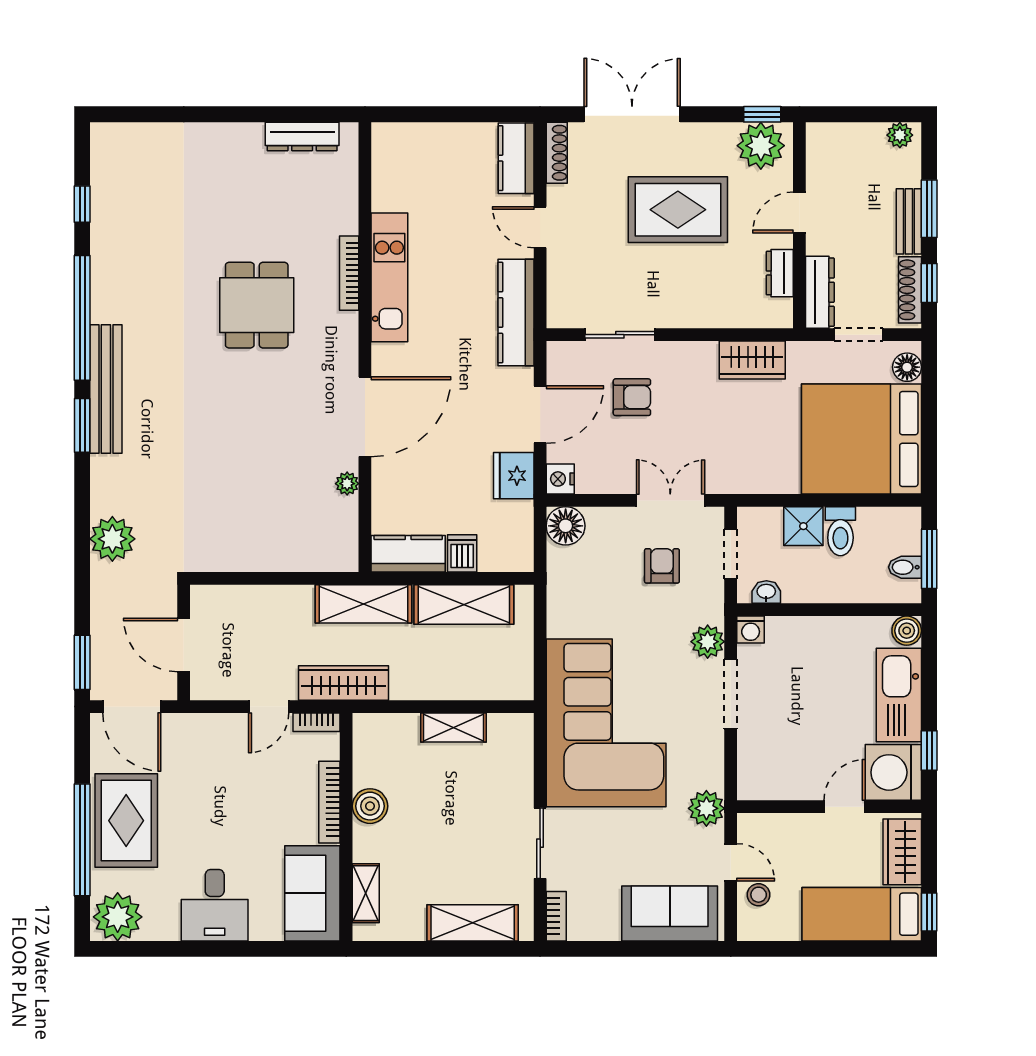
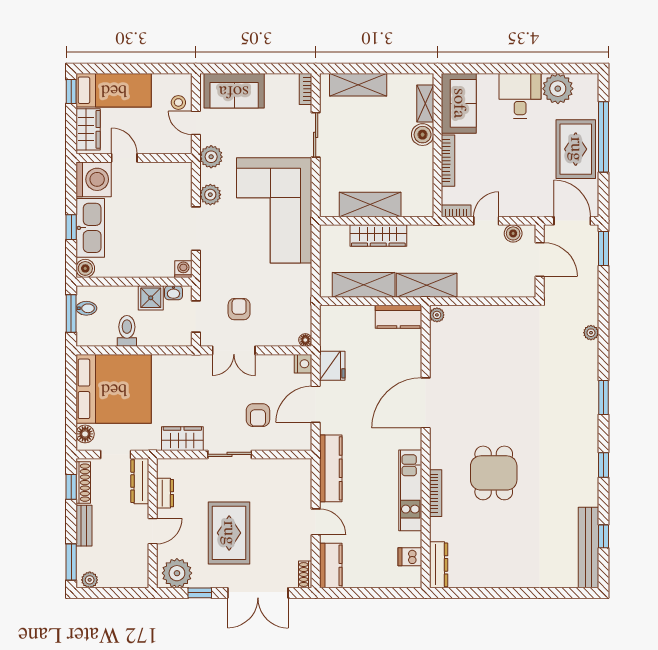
window: (762, 114) -> (200, 593), moved
dresser: (302, 136) -> (439, 565), moved, turned 90
shoe rack: (557, 153) -> (305, 574), width x0.70
window: (929, 209) -> (71, 562), moved
rug: (678, 210) -> (229, 533), turned 90
window: (82, 318) -> (603, 465), width x0.32
sliding door: (620, 335) -> (230, 454), moved
bench: (106, 389) -> (588, 548), moved
armchair: (632, 397) -> (258, 415), turned -90
plant: (347, 484) -> (437, 315), moved
floor lamp: (566, 526) -> (305, 340), width x0.53, depth x0.53
shower: (803, 526) -> (151, 298), moved
plant: (112, 539) -> (591, 333), width x0.53, depth x0.53
dishwasher: (462, 553) -> (410, 557), moved, turned 90
armchair: (662, 566) -> (239, 309), turned 180
plant: (708, 642) -> (210, 195), moved
wardrobe: (343, 683) -> (378, 236), moved
boiler: (226, 686) -> (513, 233), added
shelving: (453, 728) -> (370, 204), width x1.50, depth x1.33
window: (929, 751) -> (71, 227), moved
boiler: (370, 806) -> (423, 135), moved
door: (845, 807) -> (124, 158), swing flipped
plant: (118, 917) -> (558, 89), moved

